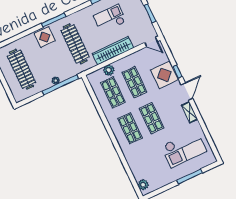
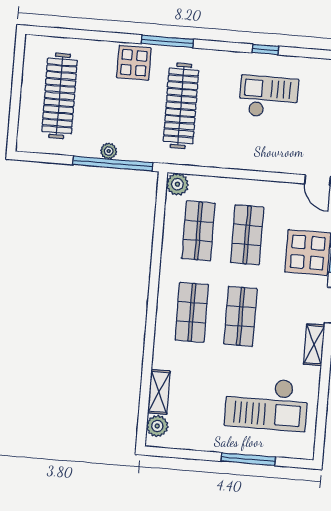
wardrobe: (113, 51) -> (241, 157), removed
plant: (109, 70) -> (177, 184), moved
shelving: (136, 170) -> (159, 392), added

